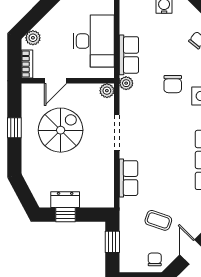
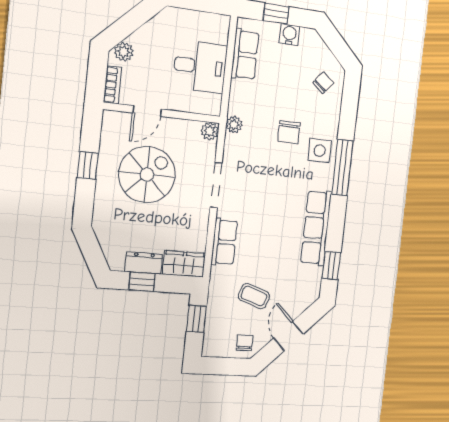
desk: (94, 41) -> (200, 67), width x0.73
row of seats: (129, 55) -> (245, 55), moved
wardrobe: (97, 198) -> (184, 264), added

